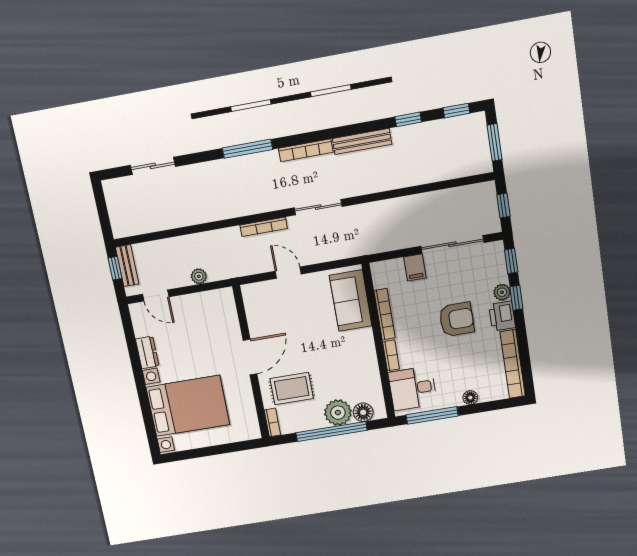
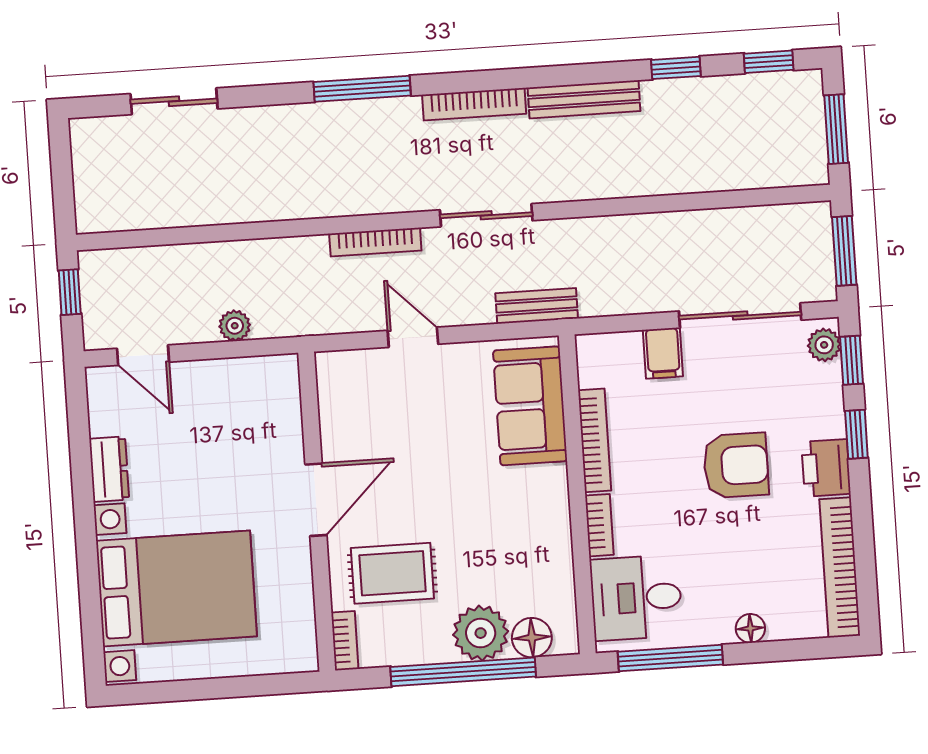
window: (503, 206) -> (844, 251), width x1.50
bench: (127, 266) -> (537, 306), moved, turned 90
plant: (502, 292) -> (824, 345), moved

